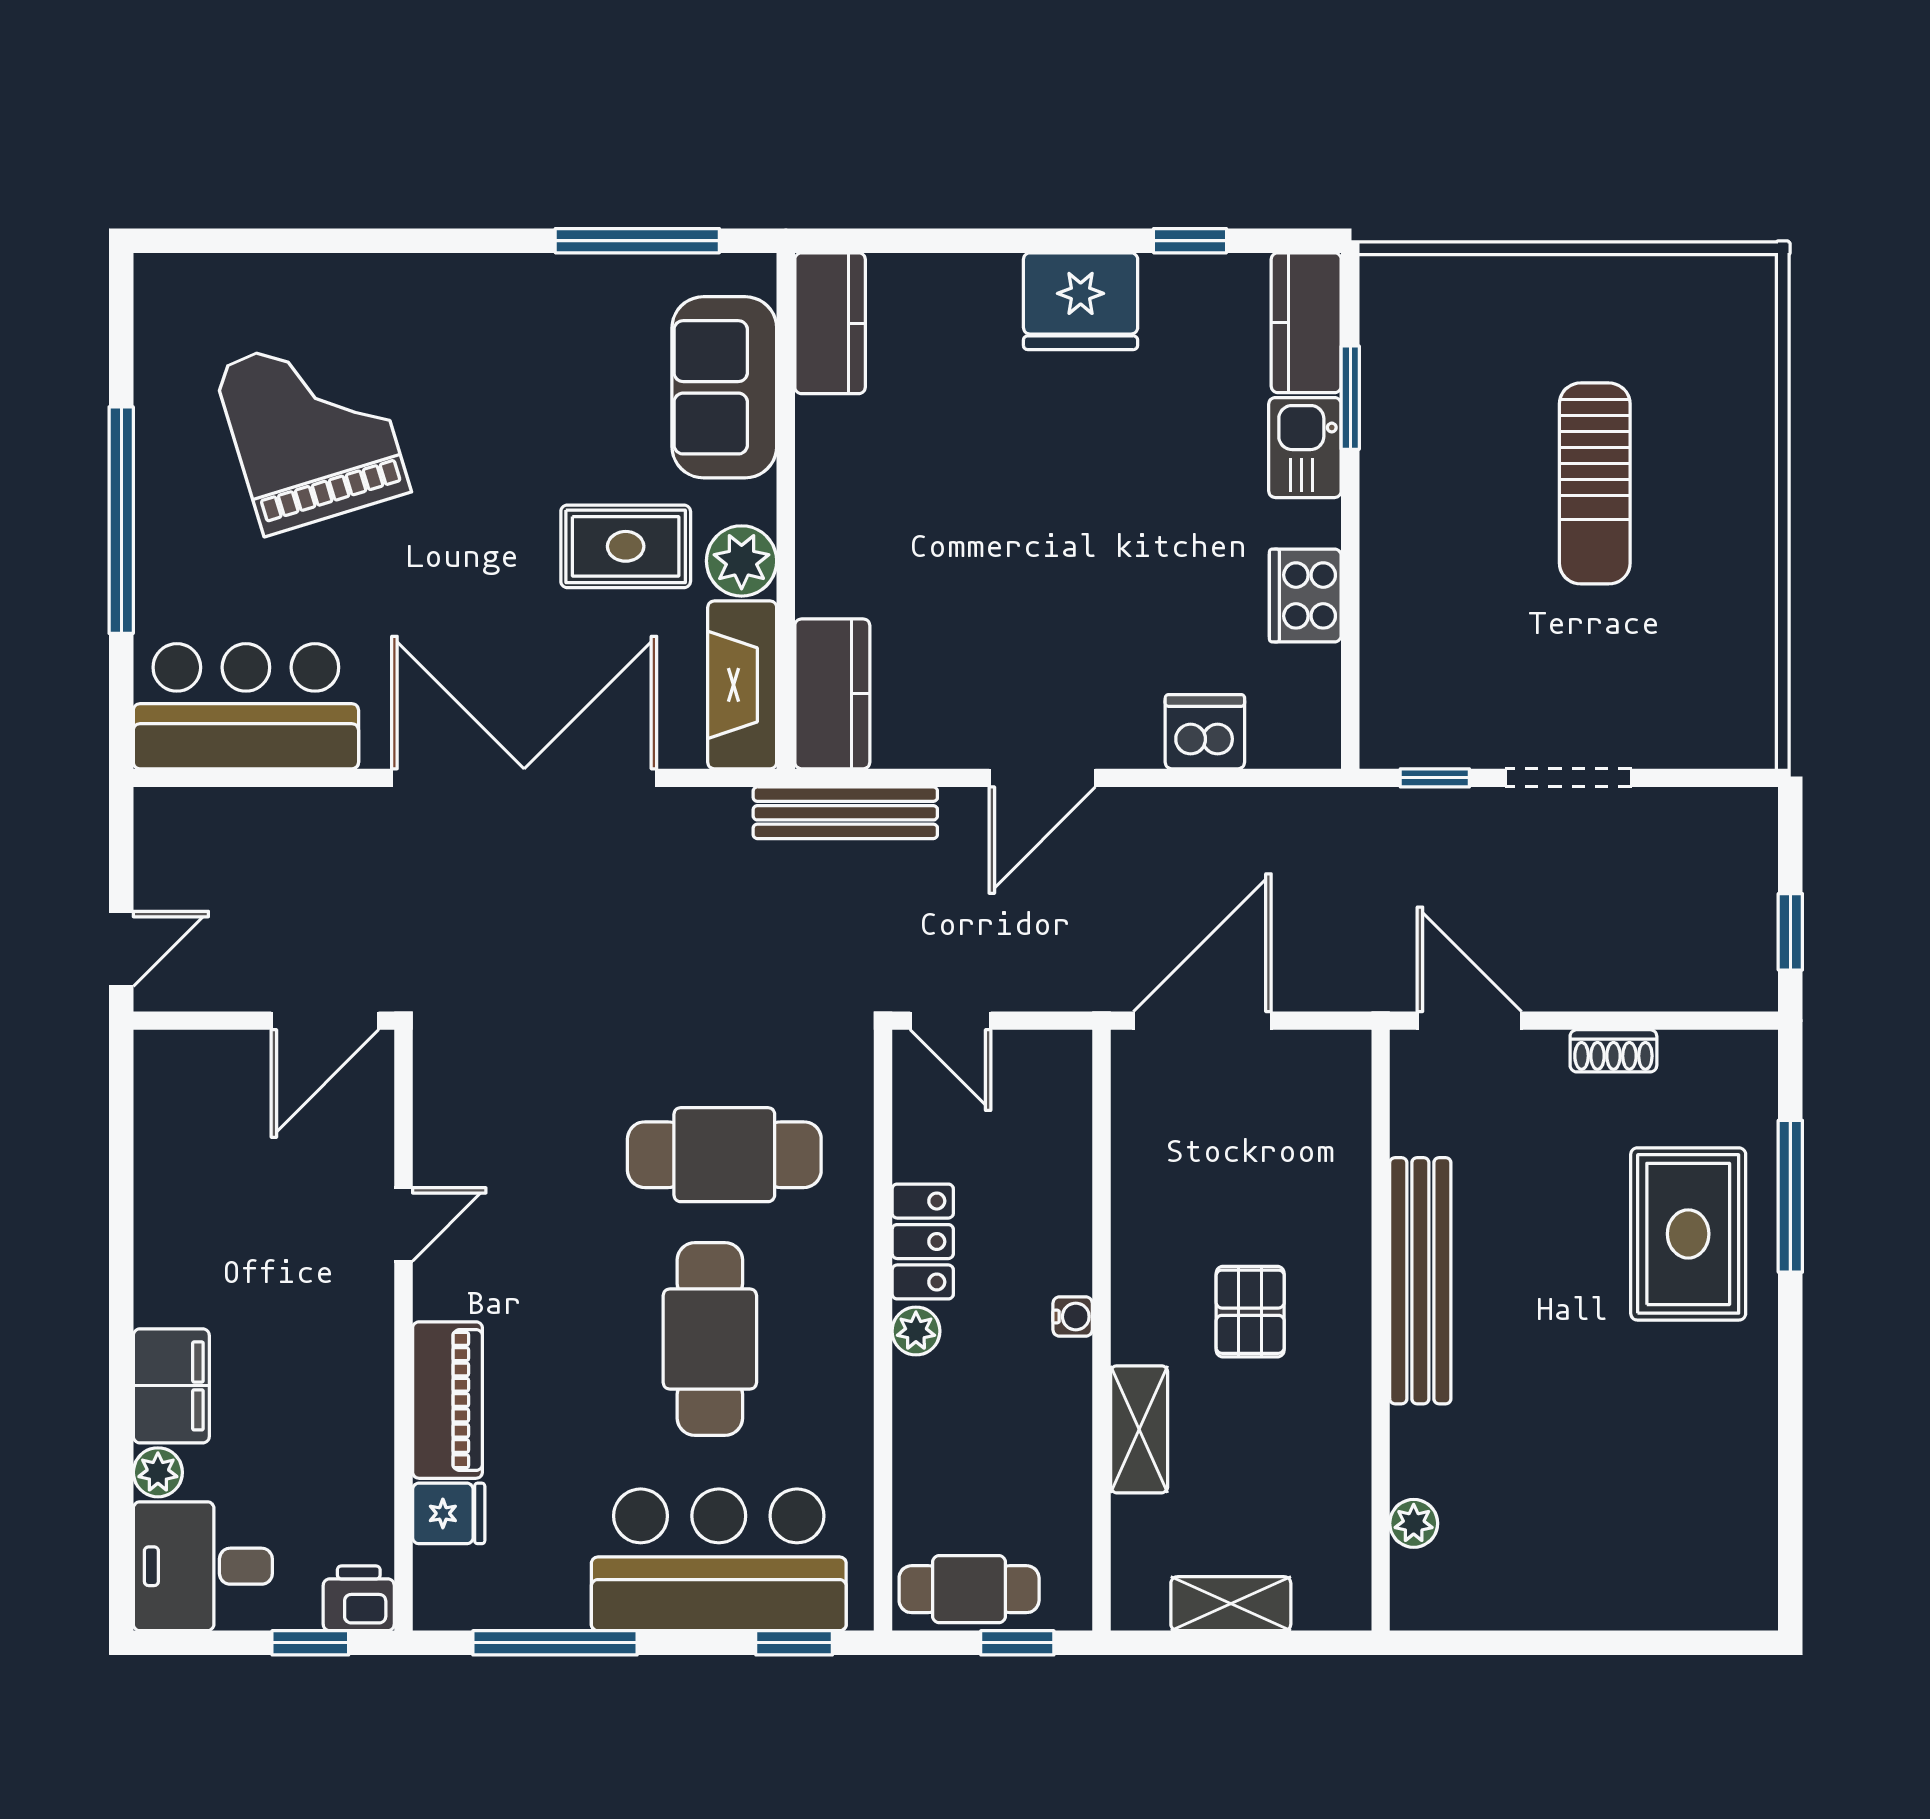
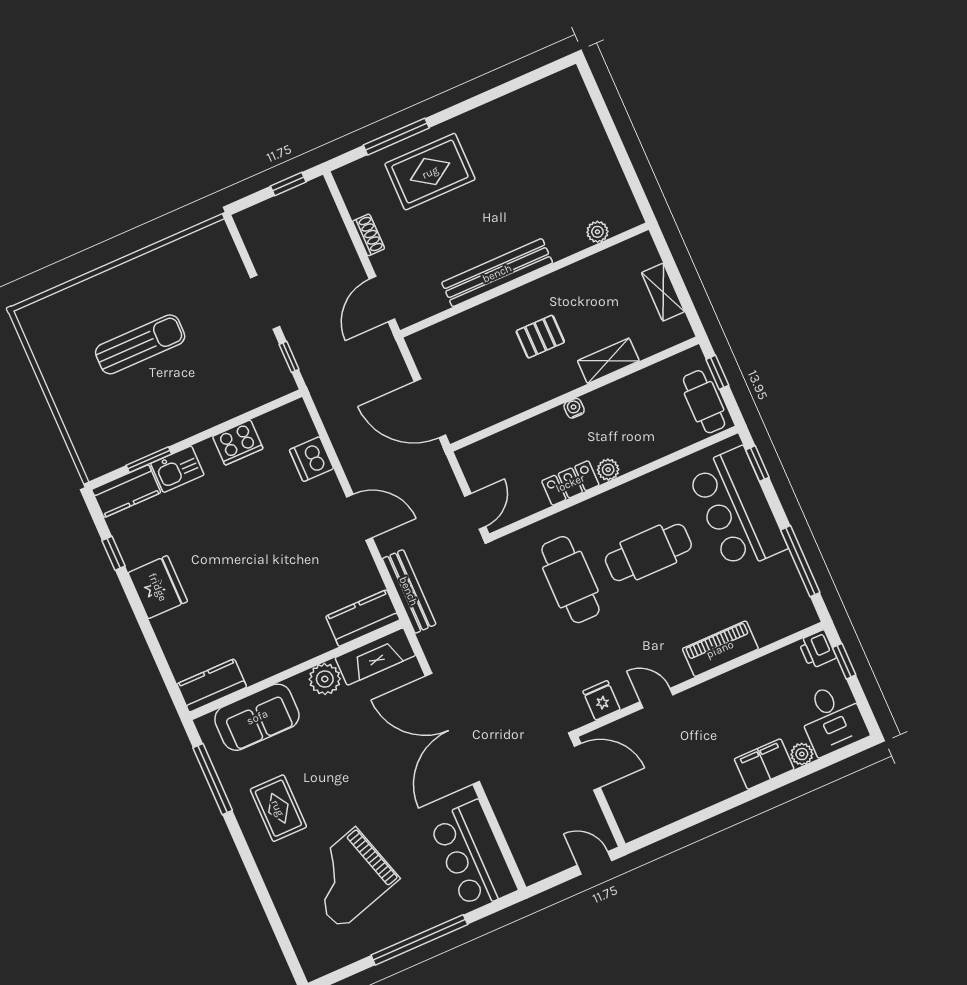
rug: (626, 546) -> (278, 808), moved
fridge: (449, 1513) -> (601, 700), moved

